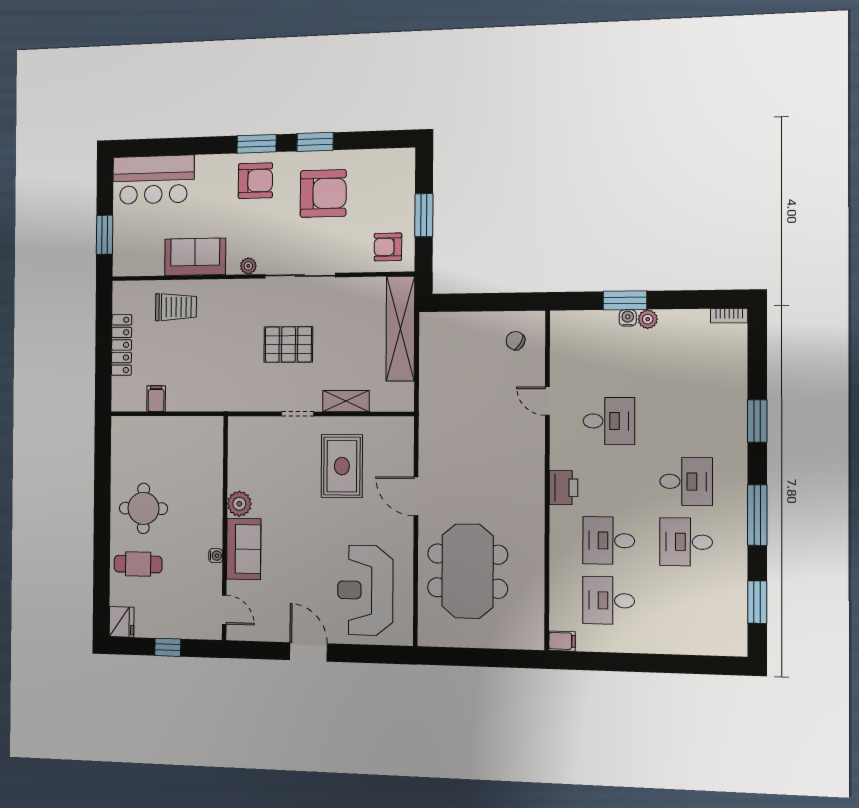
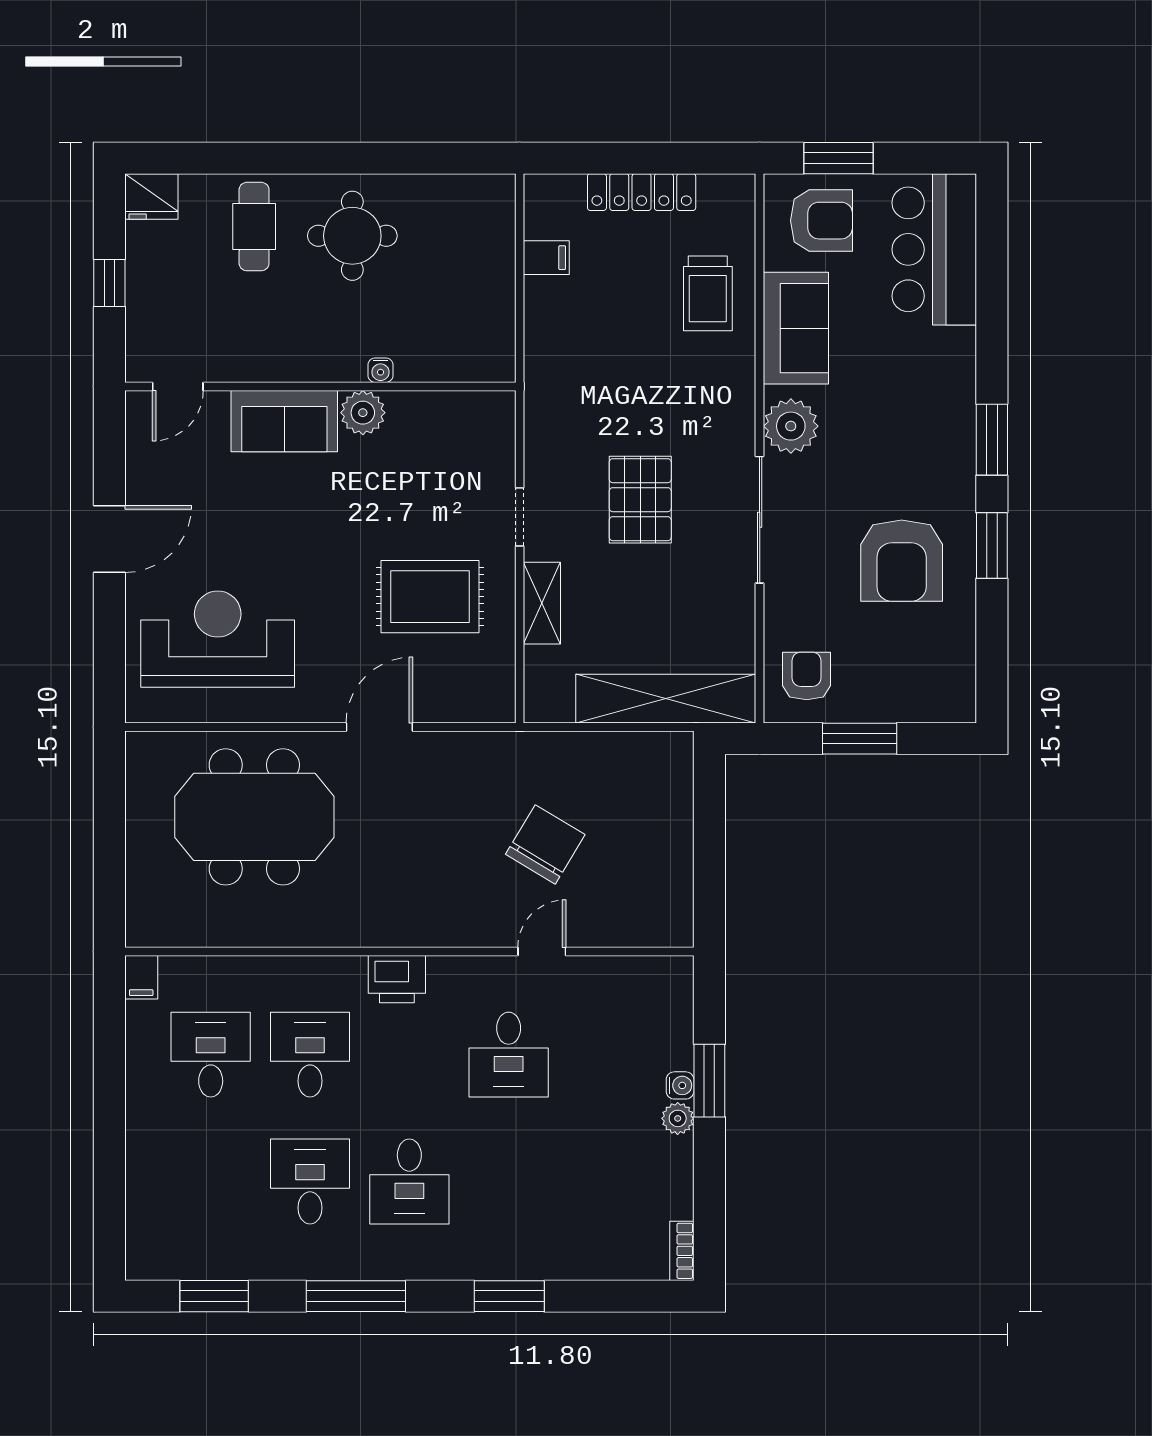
armchair: (255, 181) -> (821, 221), moved, turned -90
plant: (248, 266) -> (791, 426), width x1.87, depth x1.87
chair: (515, 341) -> (545, 844), moved, width x1.87, depth x1.87
water cooler: (216, 556) -> (381, 370), moved

